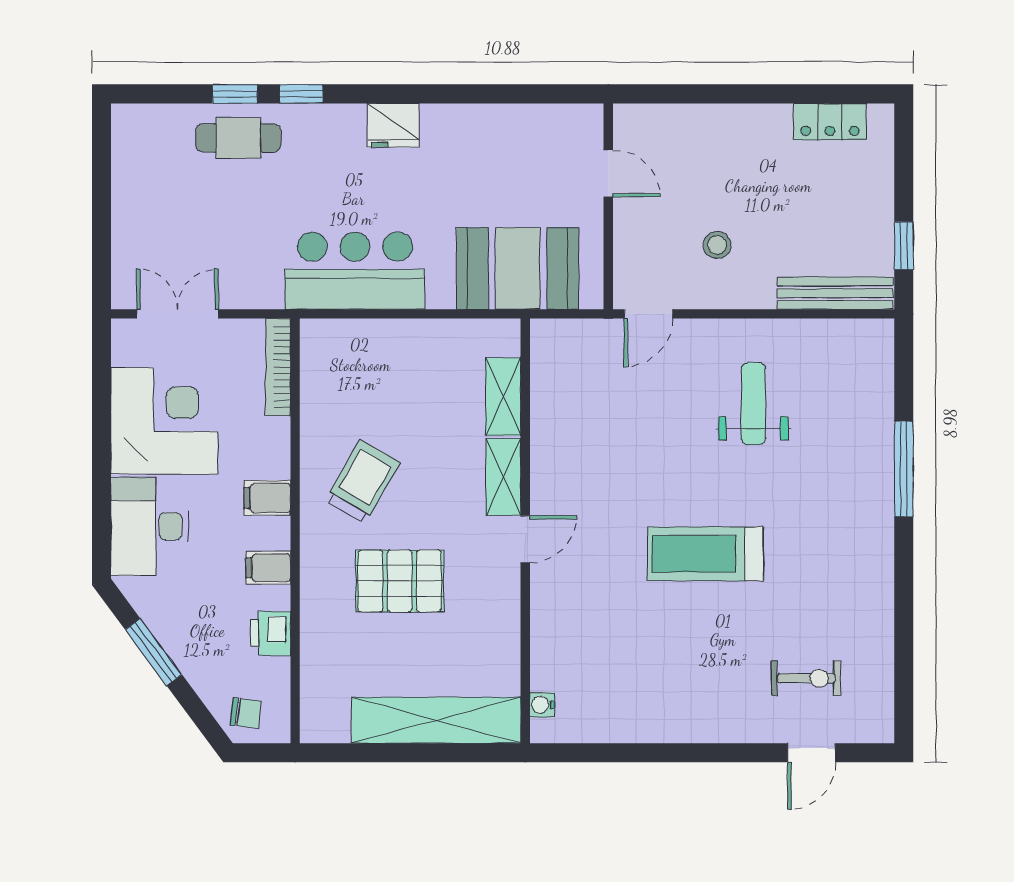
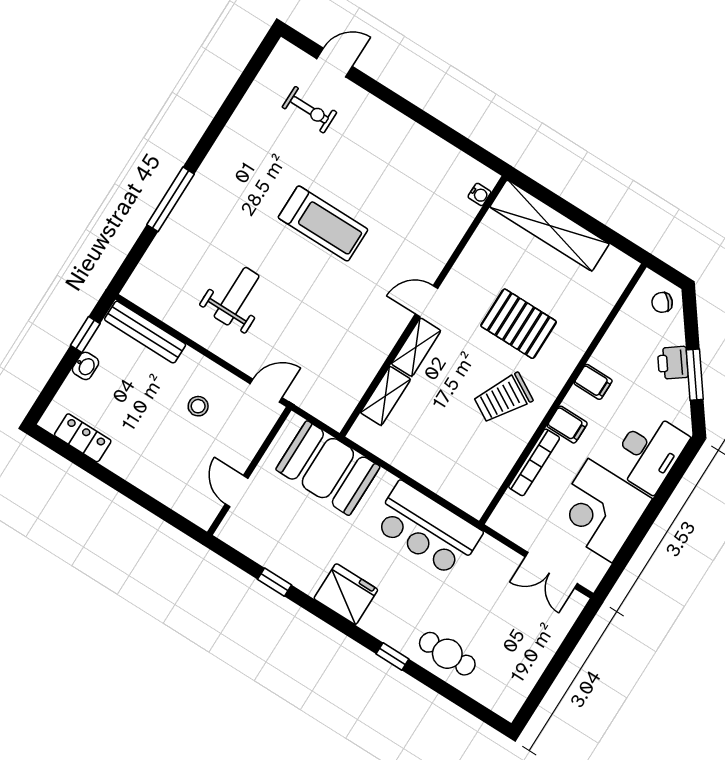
window: (235, 94) -> (274, 582), moved
fridge: (393, 125) -> (346, 594), width x1.36, depth x1.34
washbasin: (880, 209) -> (86, 366), added
bookcase: (278, 367) -> (534, 462), moved
weight bench: (753, 404) -> (237, 296), turned 180
printer: (270, 633) -> (673, 363), moved, turned 143
exercise bike: (806, 678) -> (309, 110), turned 180
chair: (246, 713) -> (662, 302), turned -49

